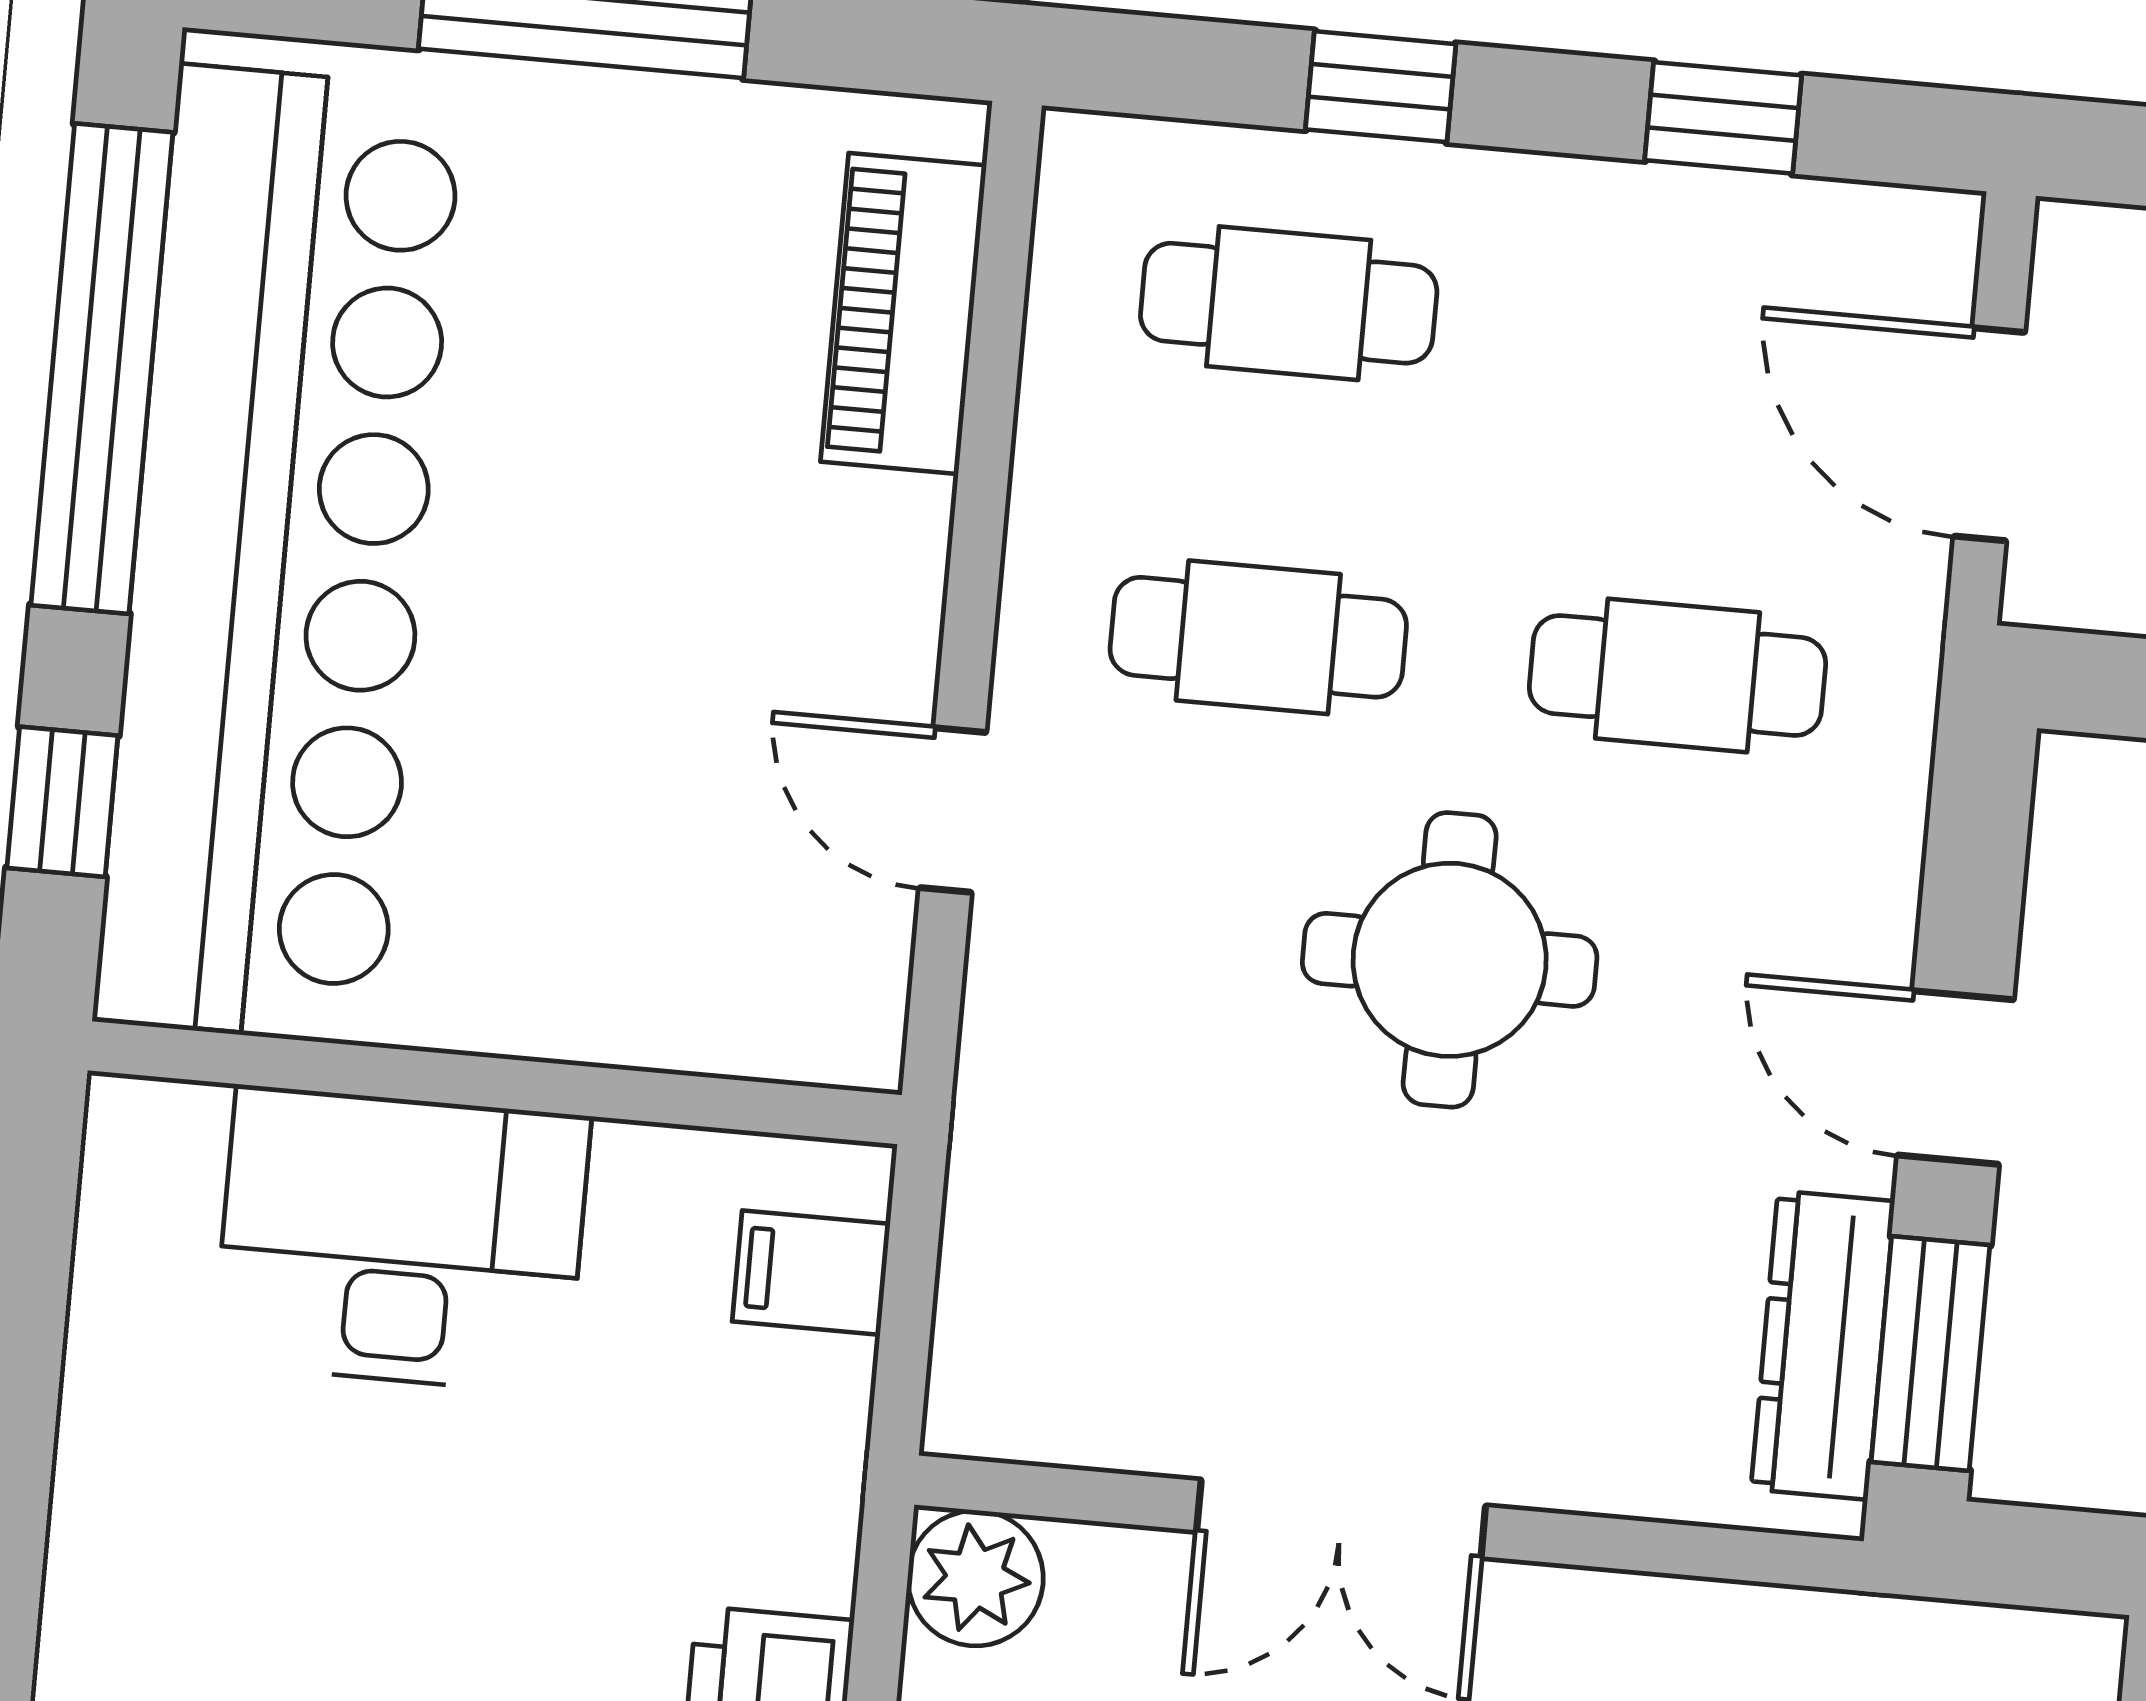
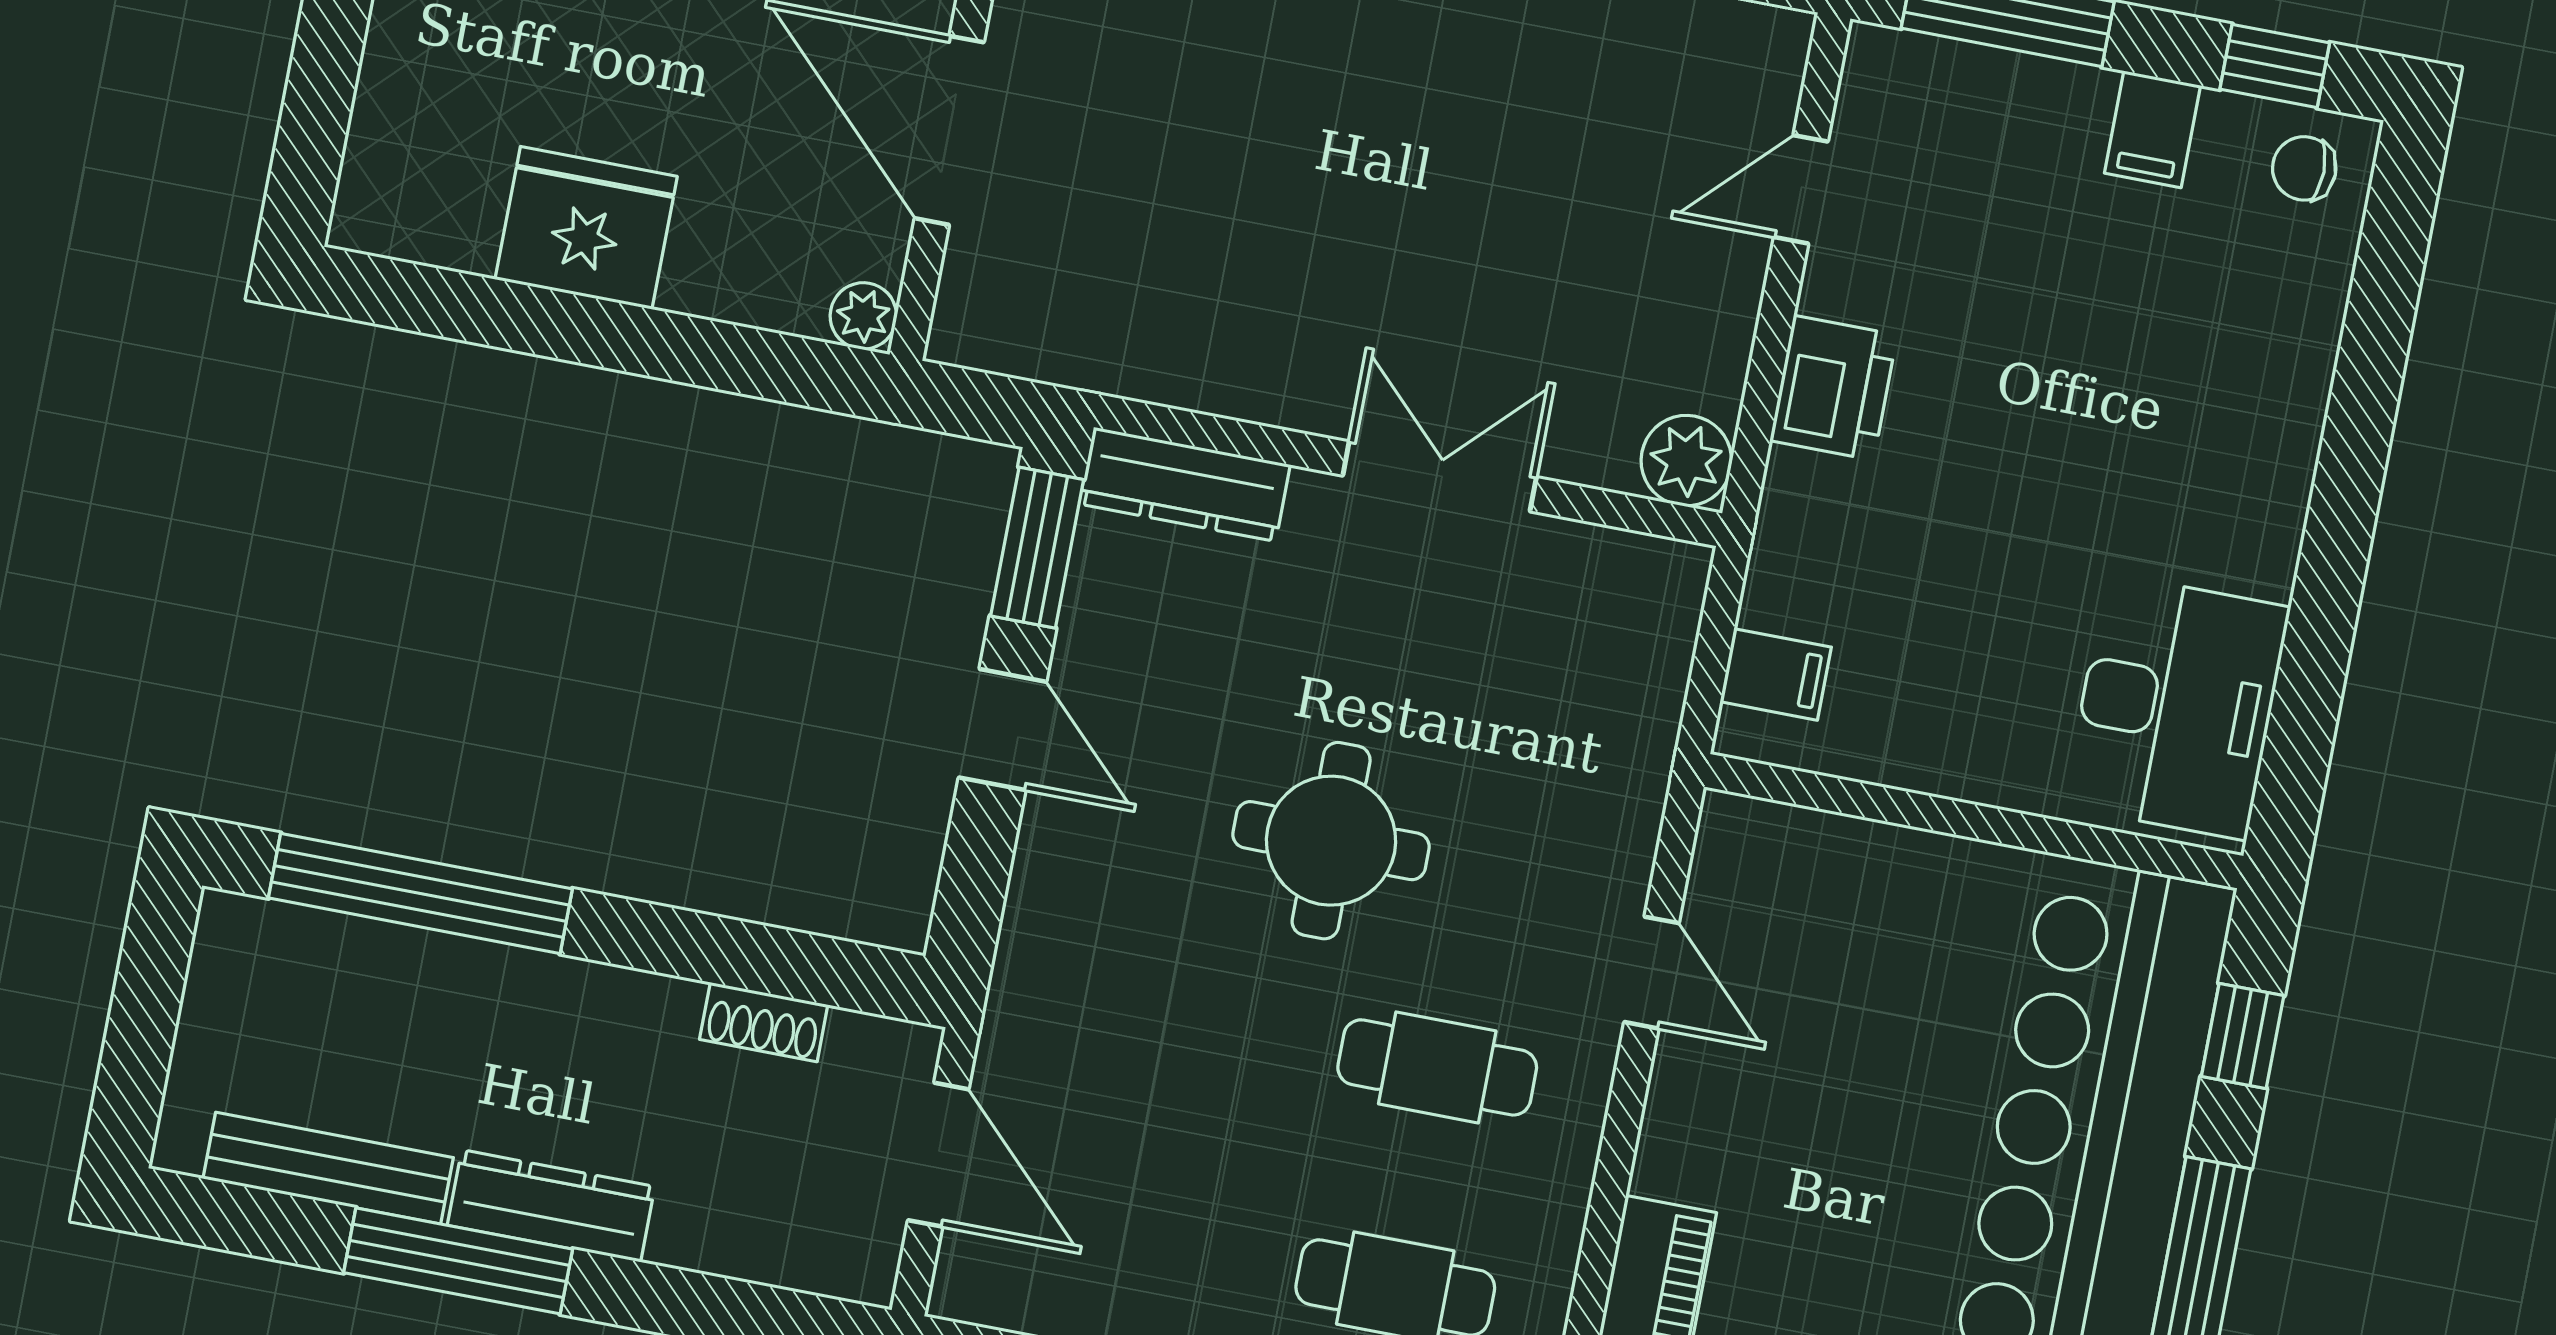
cafe table: (1677, 675) -> (1161, 1015), removed
desk: (401, 1240) -> (2177, 707), moved, turned -90
dresser: (1823, 1345) -> (1185, 484), moved, turned 90

